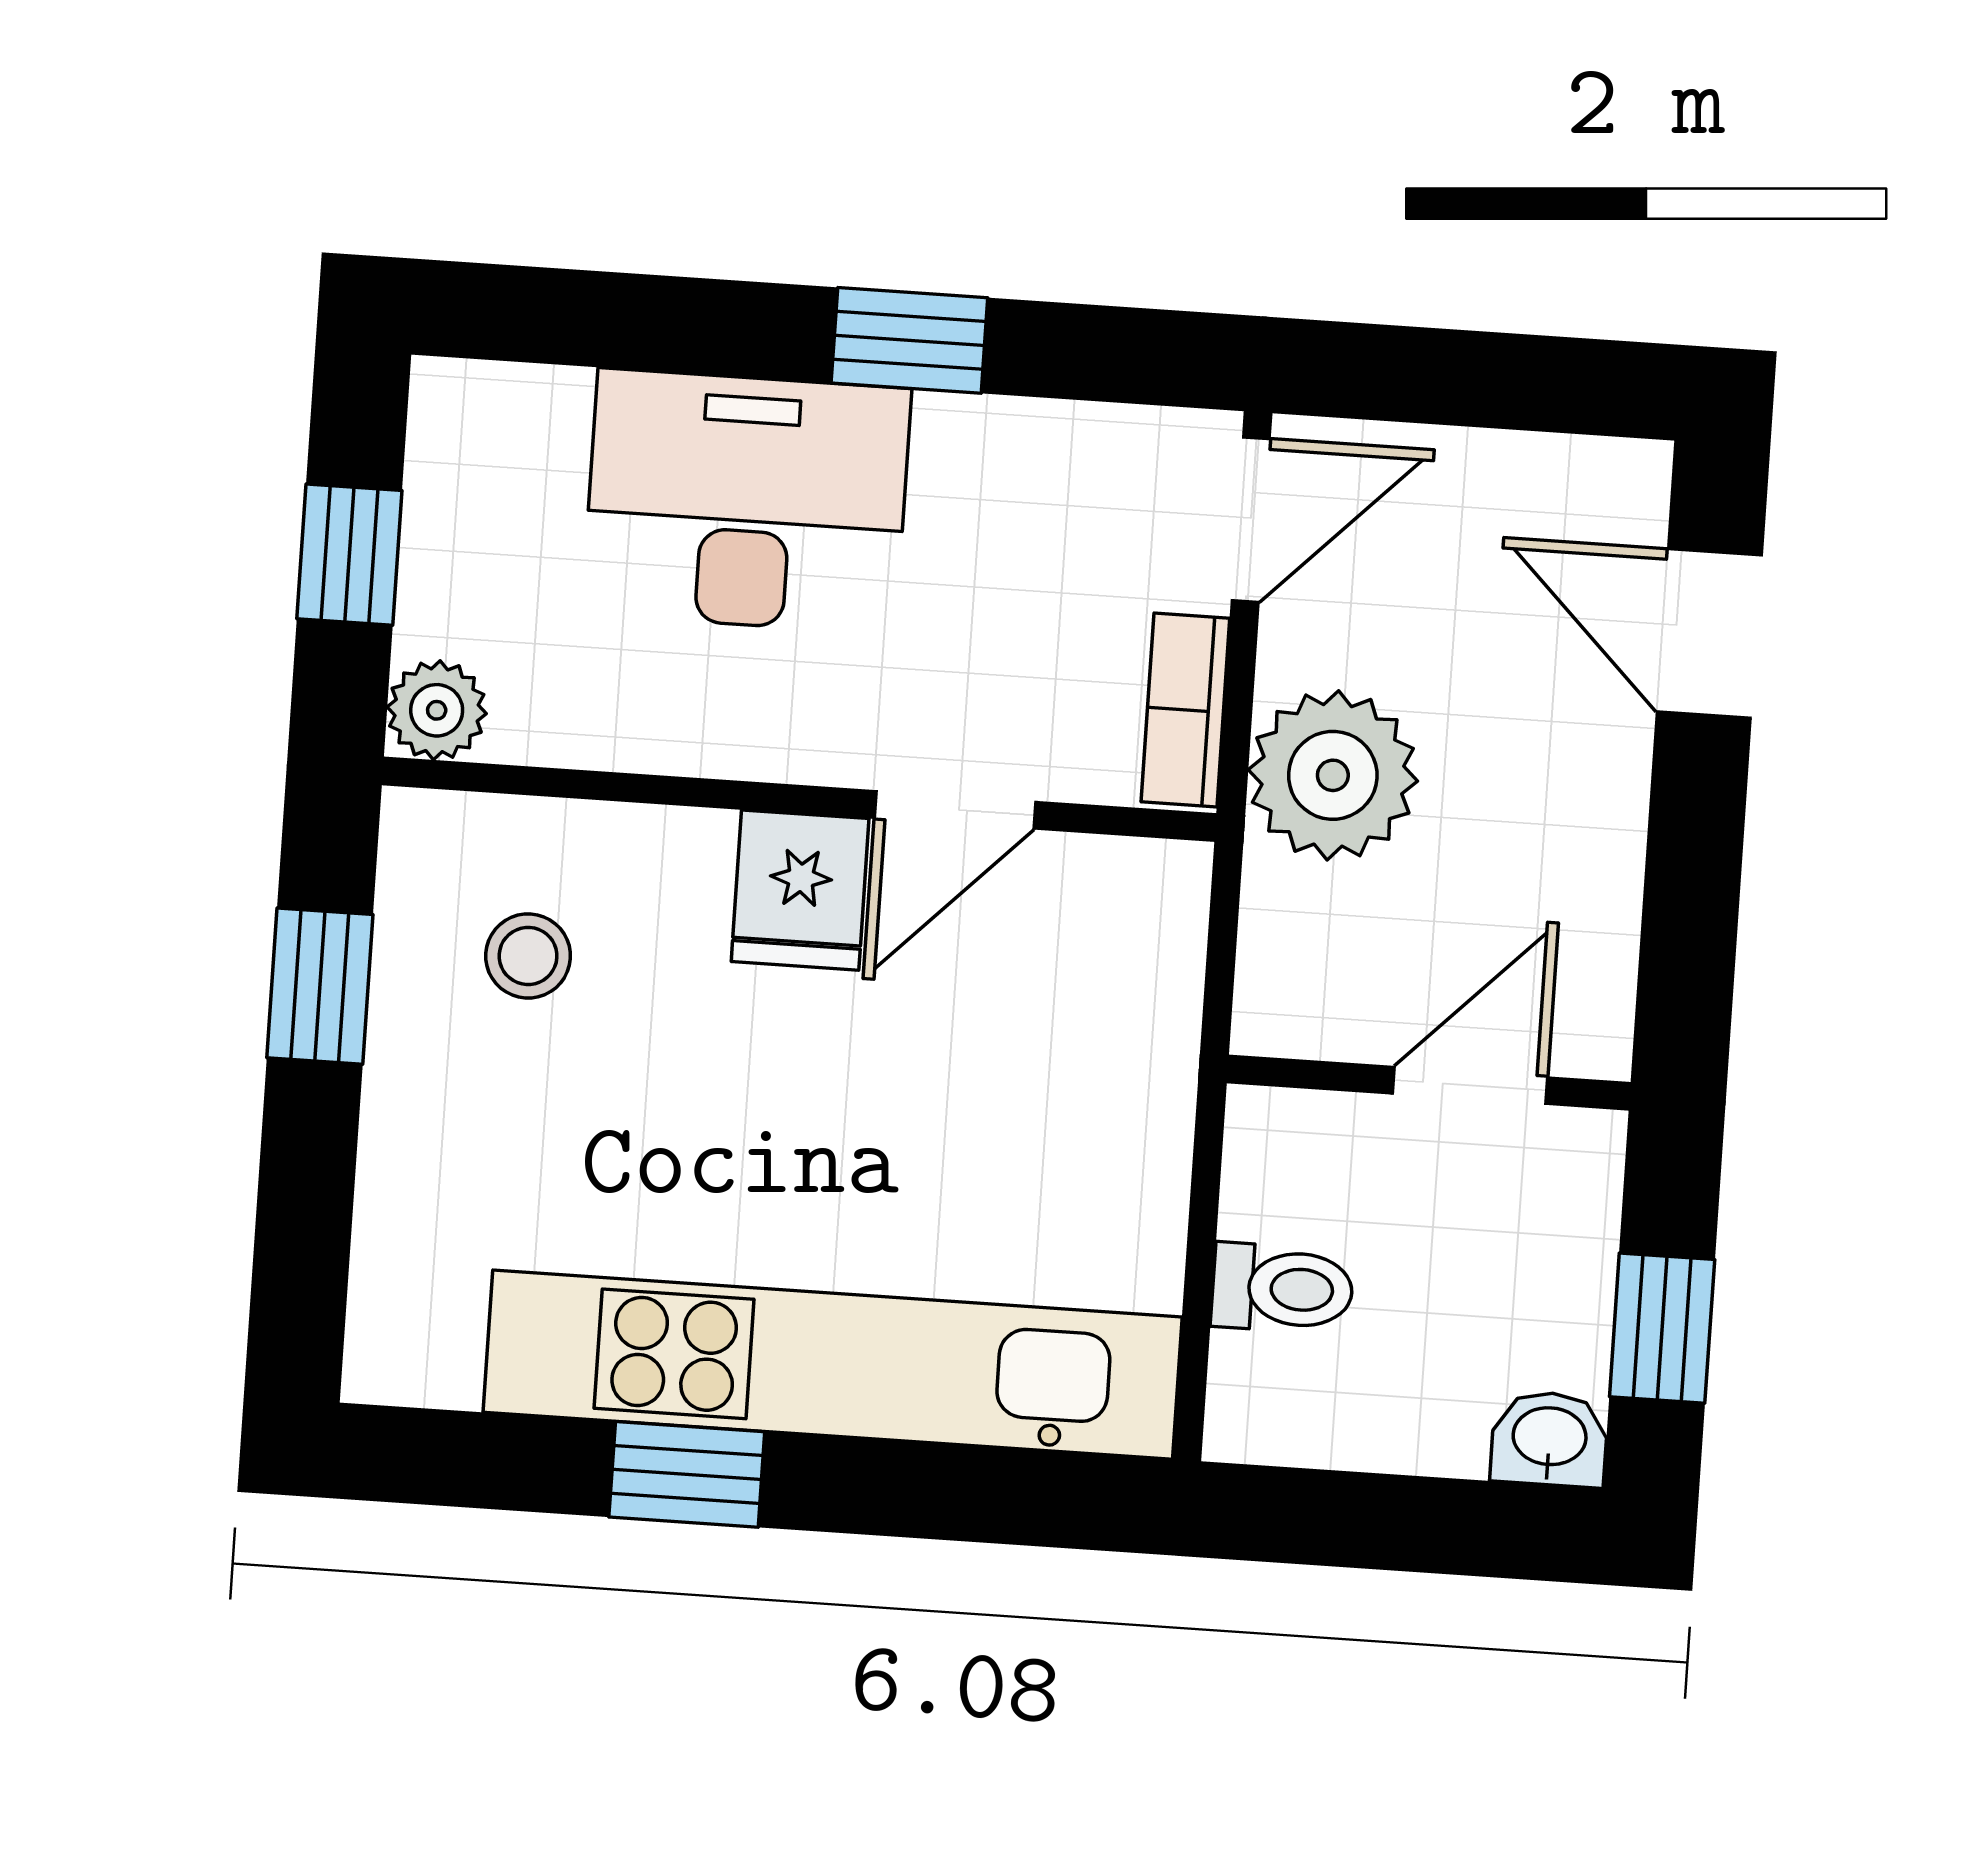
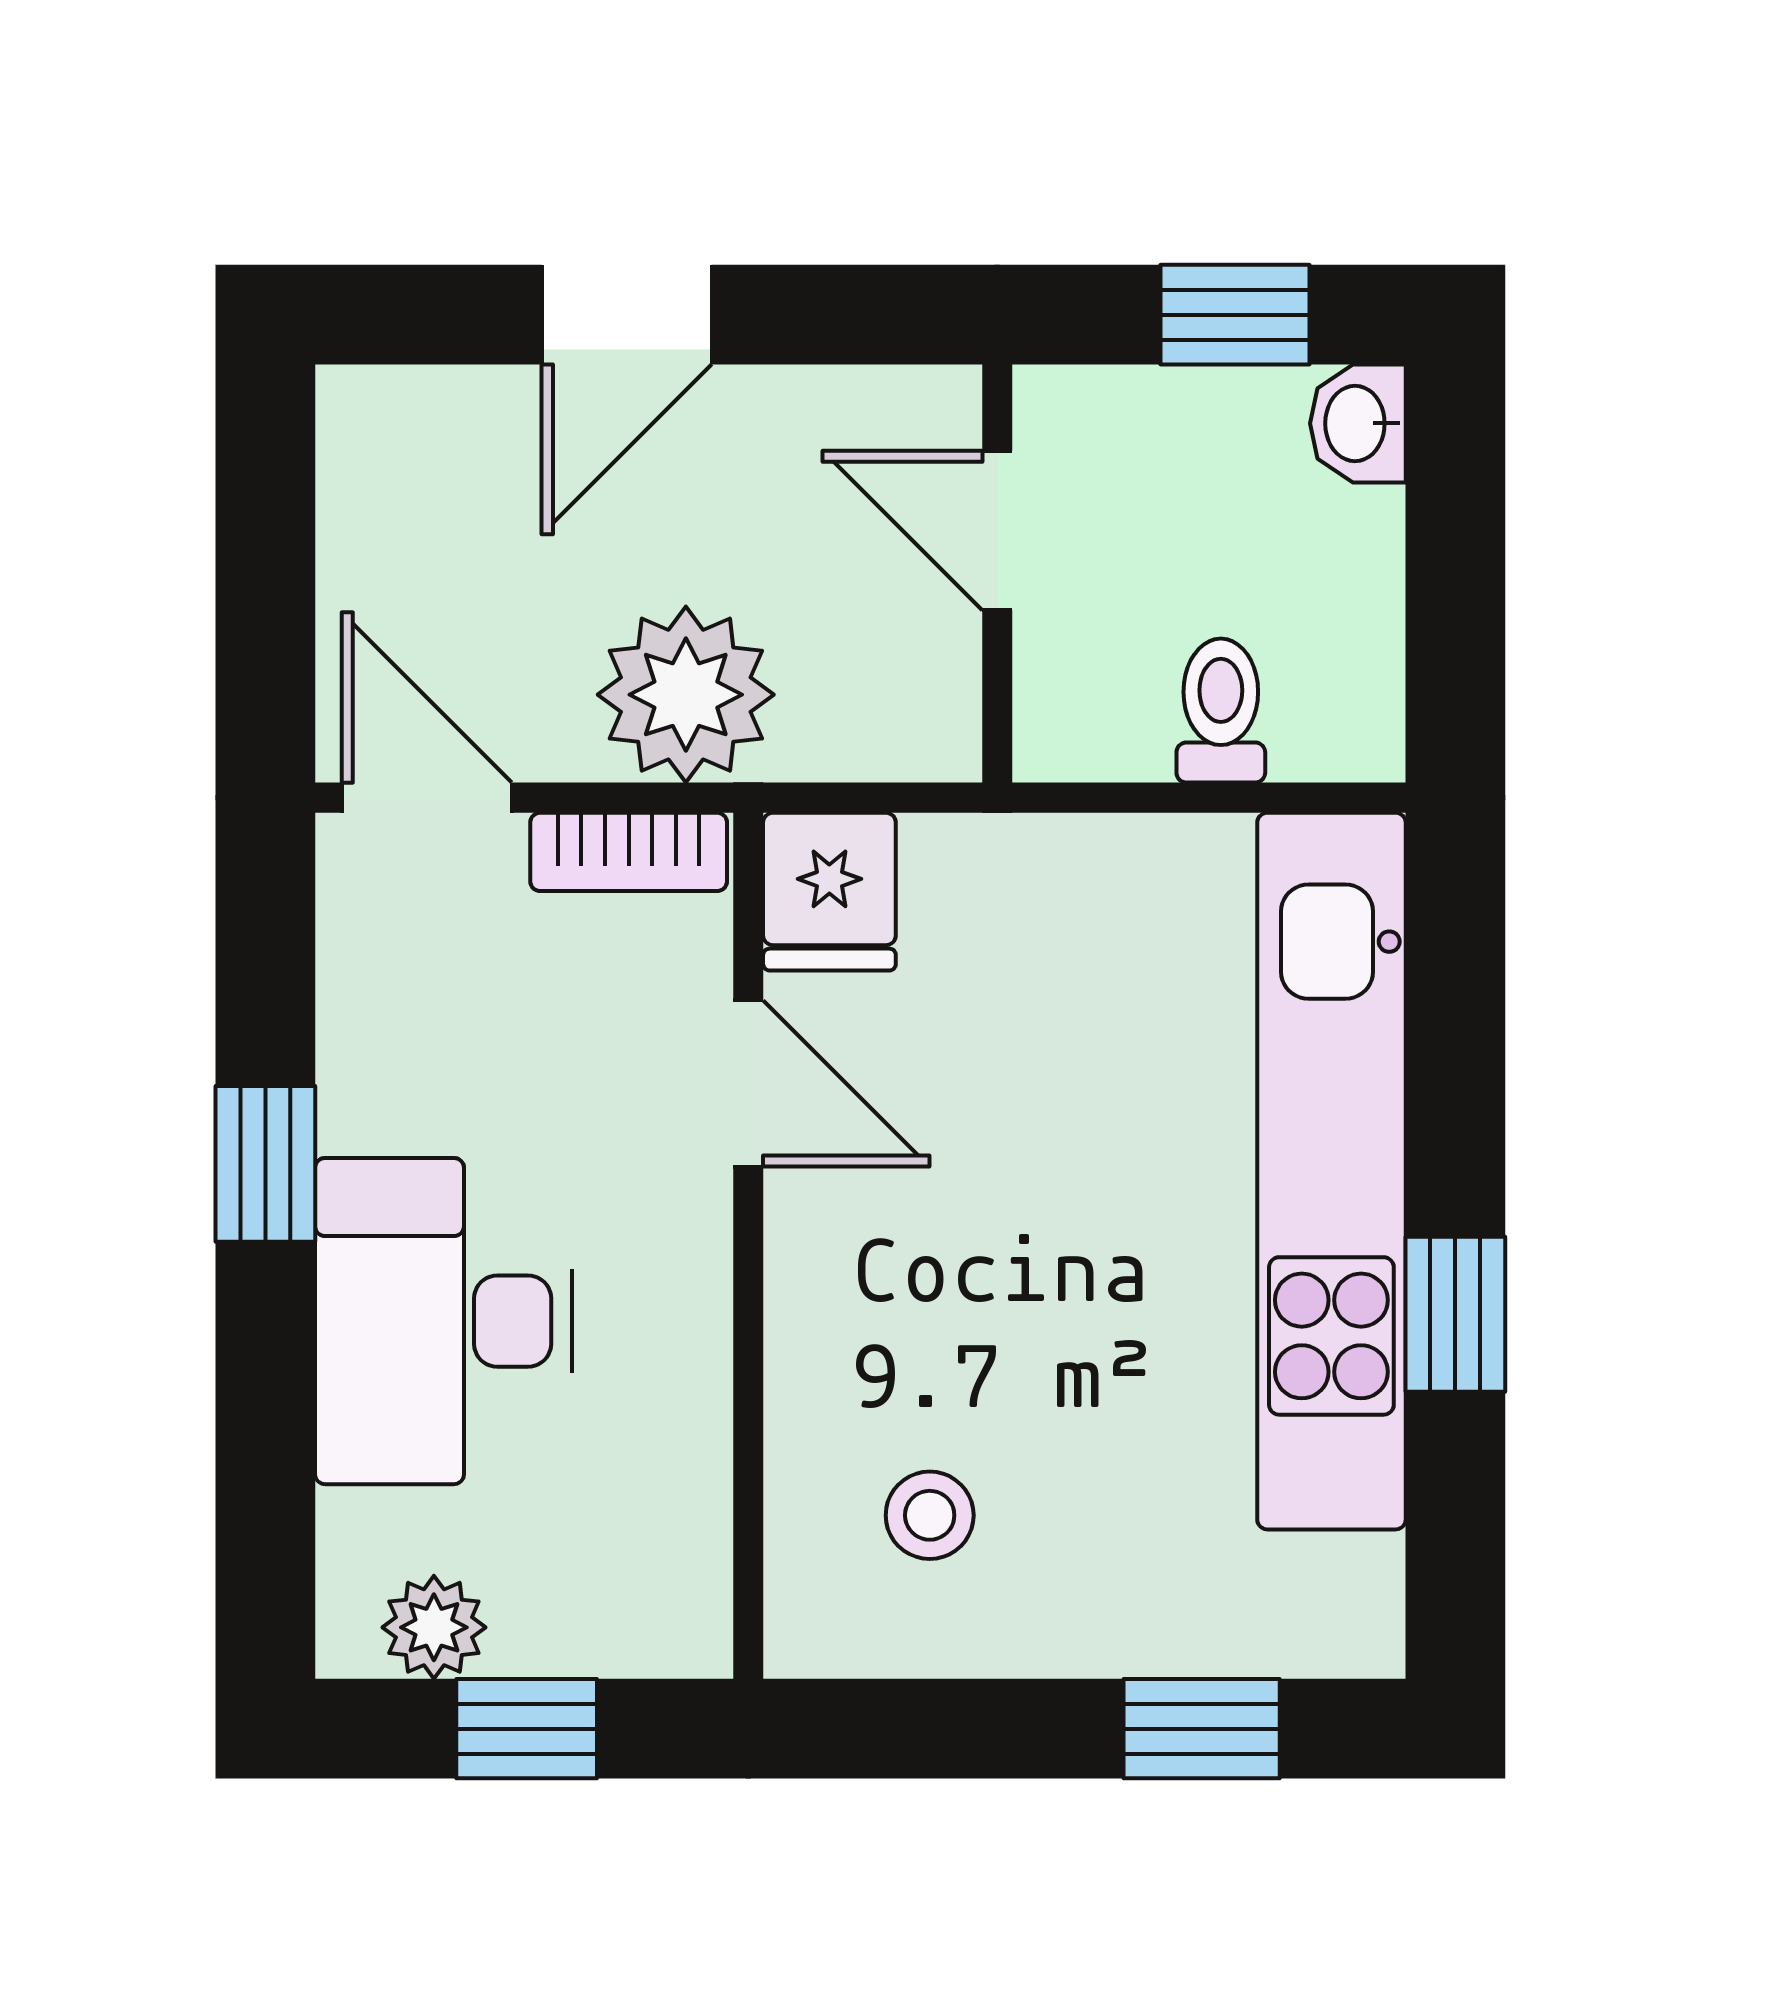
door: (1709, 633) -> (627, 315), moved
plant: (437, 710) -> (434, 1627), moved
fridge: (800, 890) -> (829, 892), moved, turned 90
window: (320, 986) -> (1202, 1729), moved

